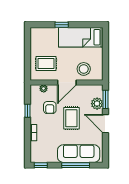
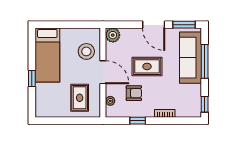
window: (105, 99) -> (184, 25), moved
plant: (97, 104) -> (113, 35), moved
door: (105, 124) -> (154, 25), hinge flipped

